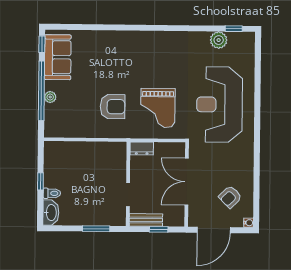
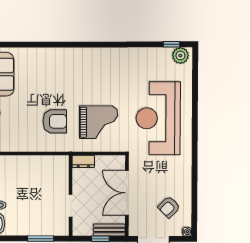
plant: (219, 40) -> (180, 56), moved
grand piano: (158, 108) -> (99, 122), turned -90
bench: (146, 220) -> (109, 230), moved

